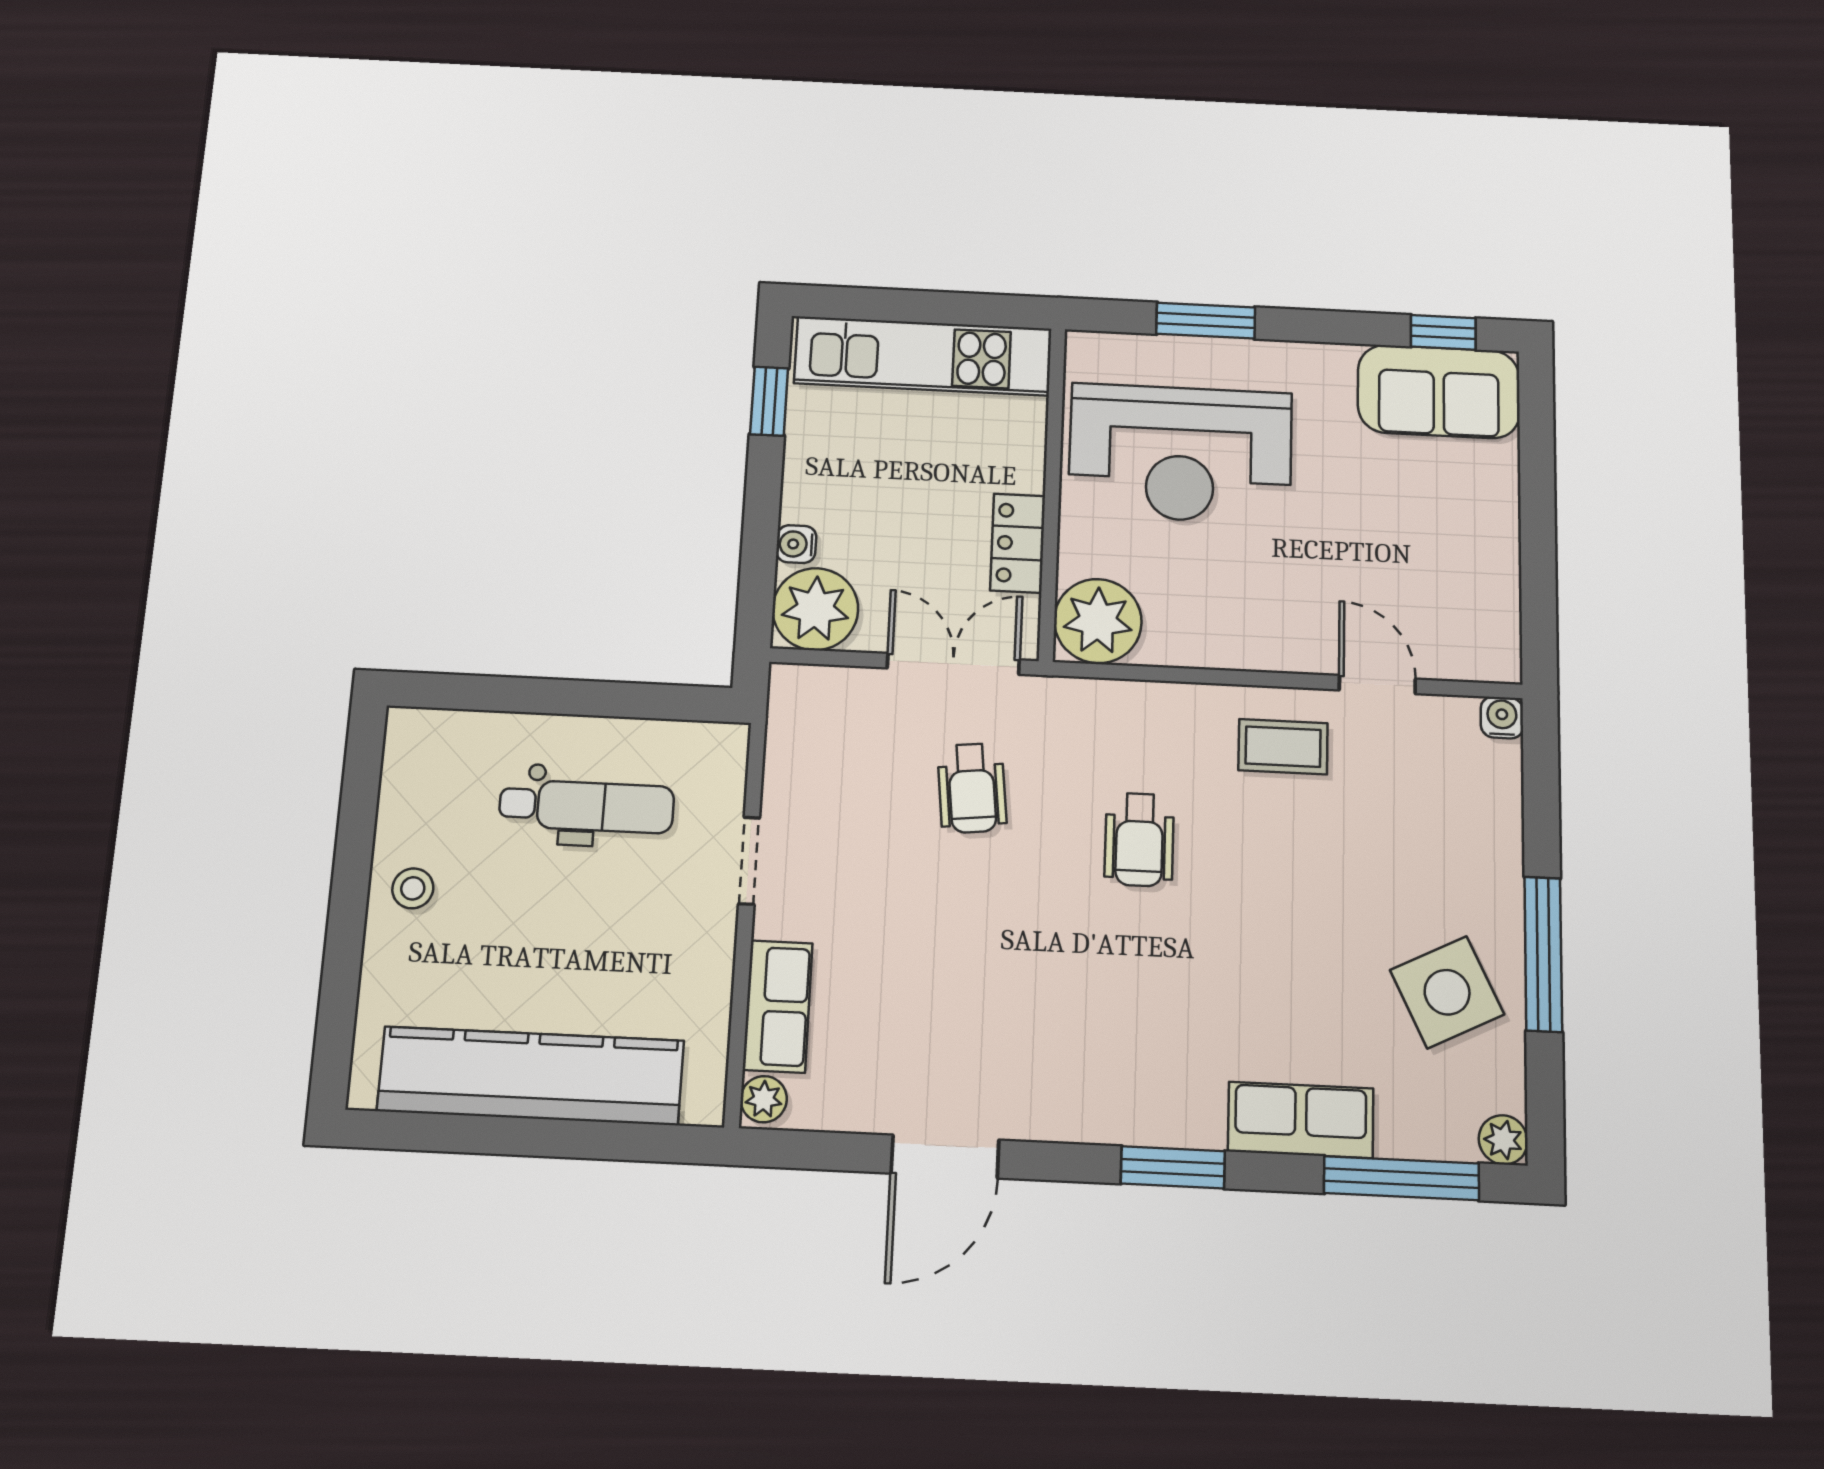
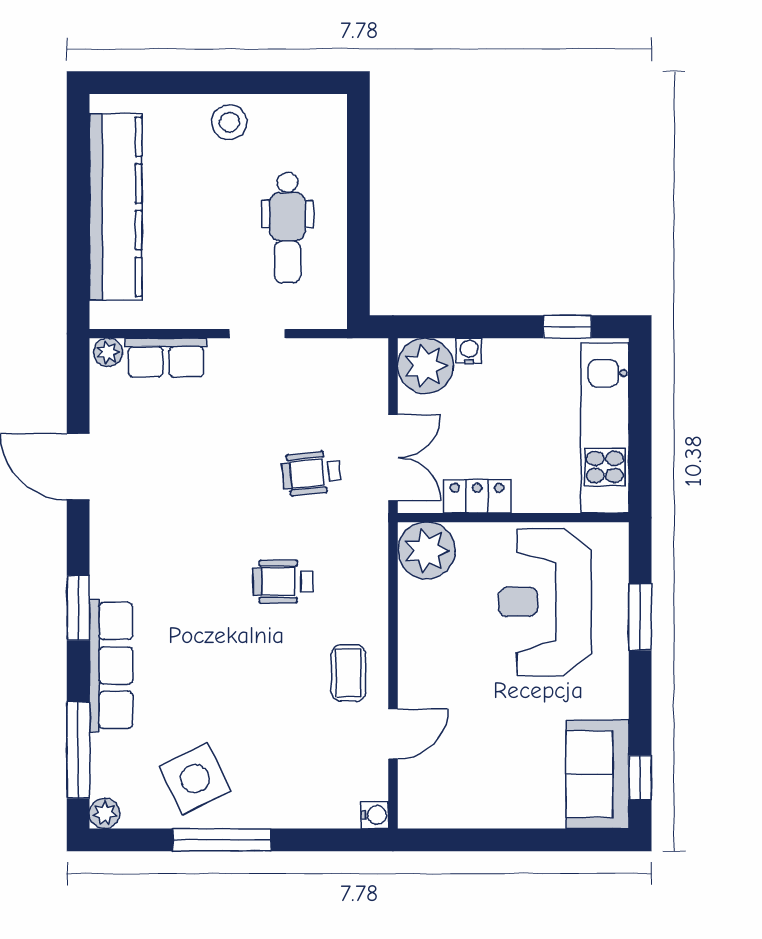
stool: (413, 888) -> (229, 122), width x1.37, depth x1.37
row of seats: (1301, 1120) -> (111, 665), width x1.48

